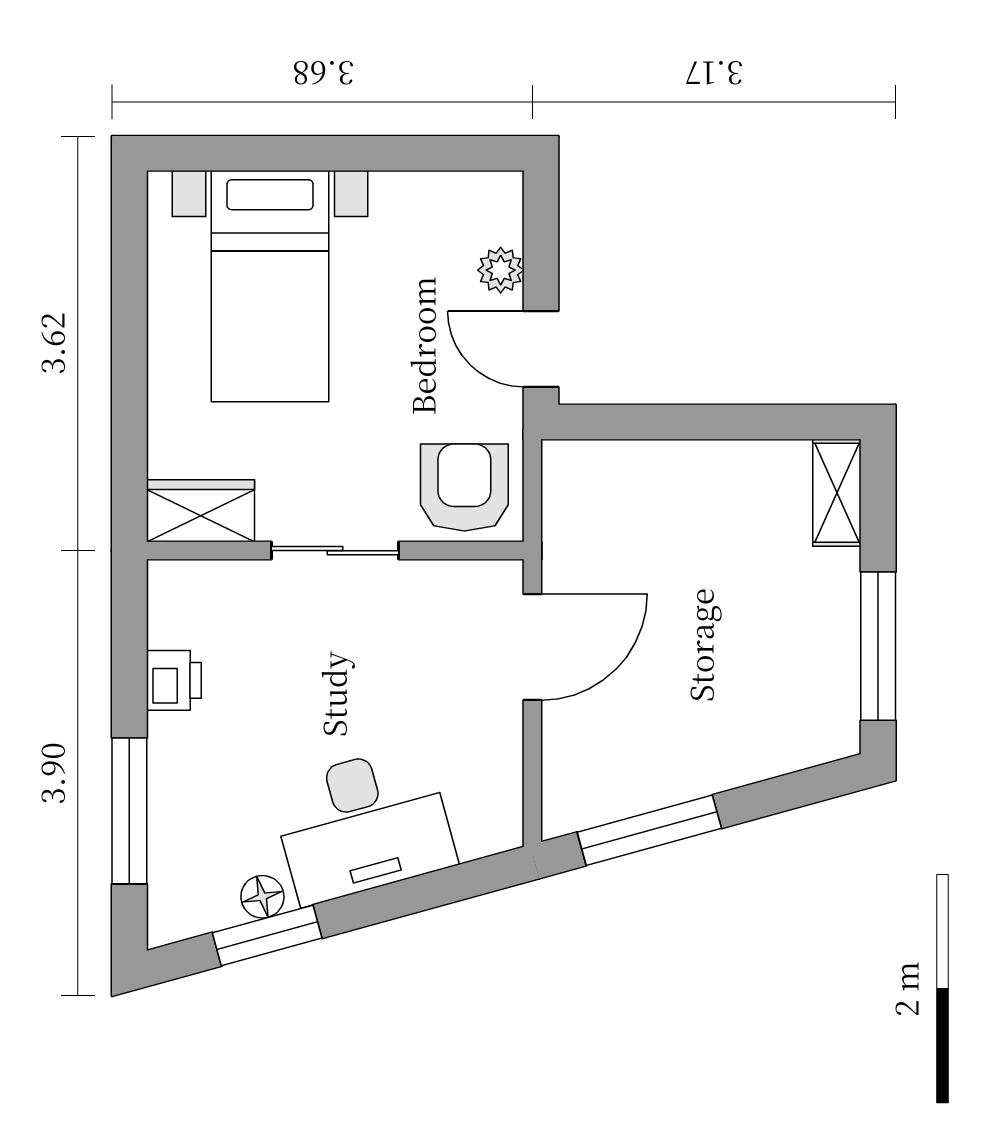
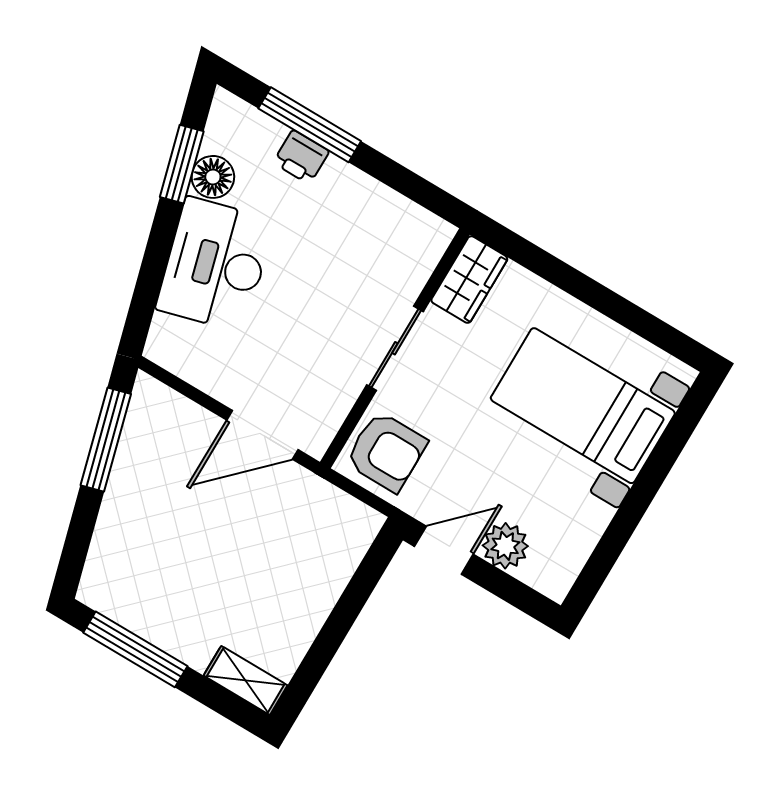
plant: (501, 270) -> (505, 546), width x1.38, depth x1.38
door: (532, 647) -> (262, 435), hinge flipped
printer: (174, 680) -> (301, 157), moved
floor lamp: (262, 897) -> (213, 177), width x1.37, depth x1.37

